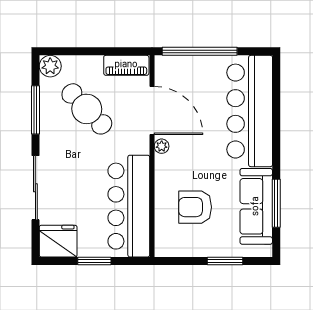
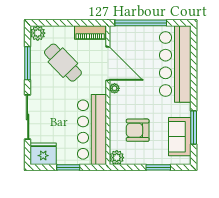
sofa: (256, 206) -> (180, 137), width x0.73
plant: (165, 247) -> (117, 158), added

